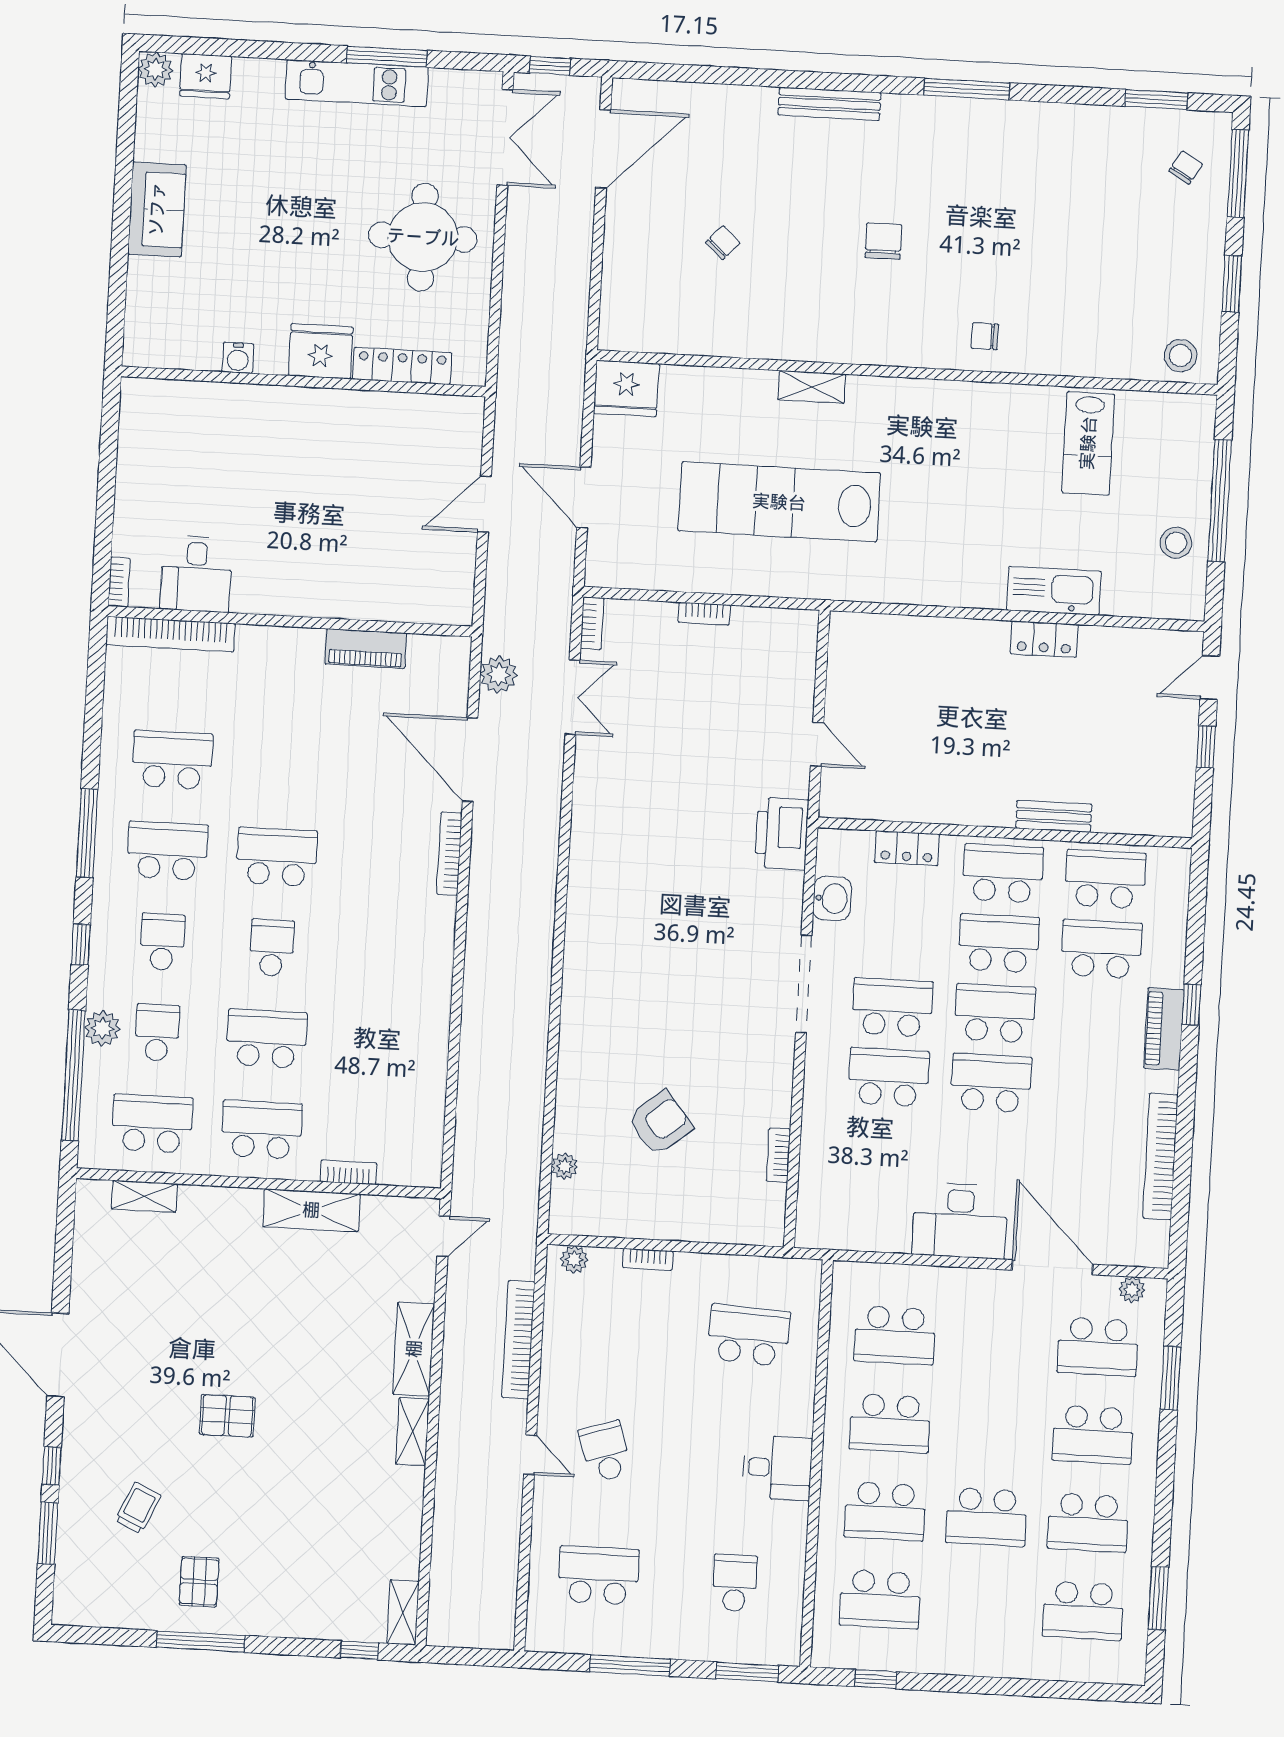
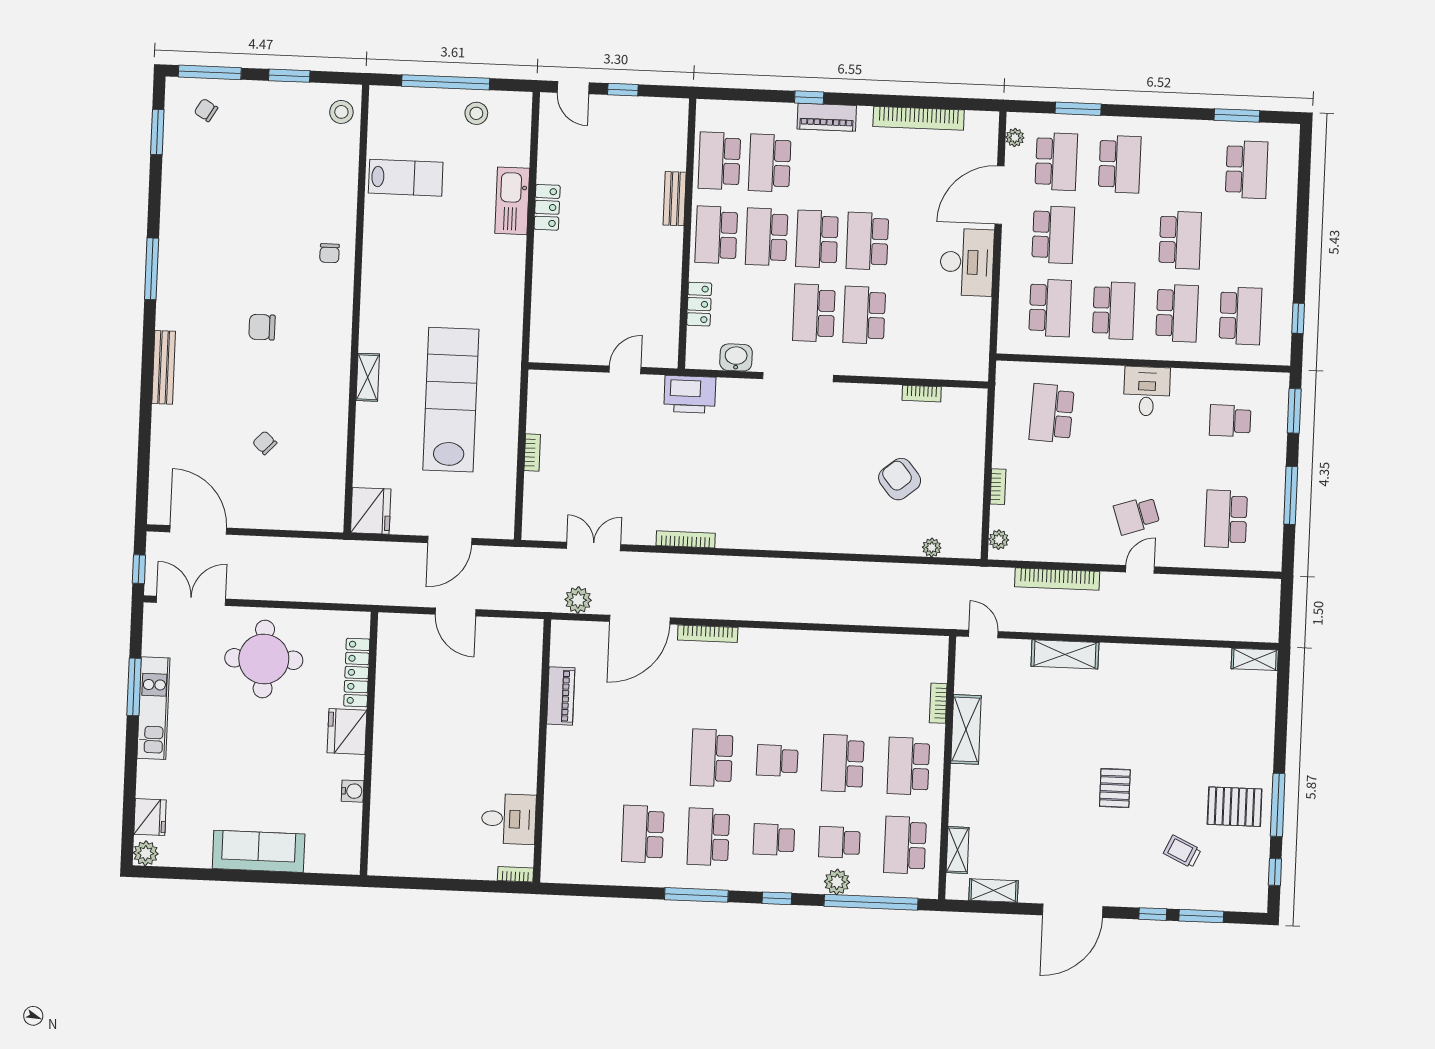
sofa: (157, 209) -> (259, 851), width x1.36
lab bench: (779, 502) -> (451, 400), turned 180
bookcase: (592, 623) -> (686, 539), moved, width x1.56
bookcase: (171, 634) -> (552, 837), removed
shelving: (412, 1432) -> (994, 891), moved
school desk: (1088, 1523) -> (1053, 235), moved
pallet: (199, 1582) -> (1235, 807), width x1.50, depth x1.42
window: (359, 1650) -> (1275, 872), moved

